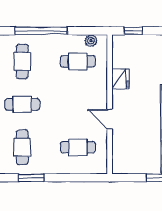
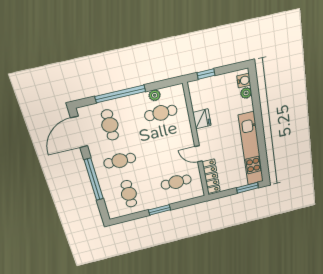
plant: (91, 41) -> (155, 95), moved
locker: (119, 151) -> (211, 176), added
window: (31, 178) -> (160, 210), moved

